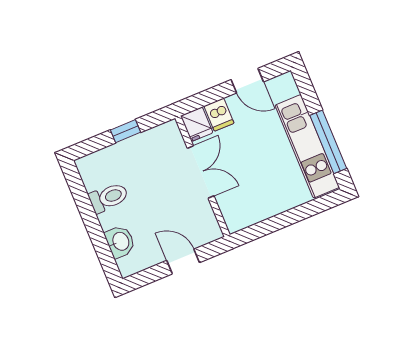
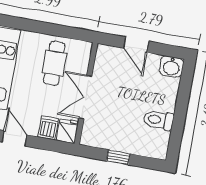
cafe table: (256, 186) -> (54, 63), added
washbasin: (120, 242) -> (171, 67), moved, turned -90

